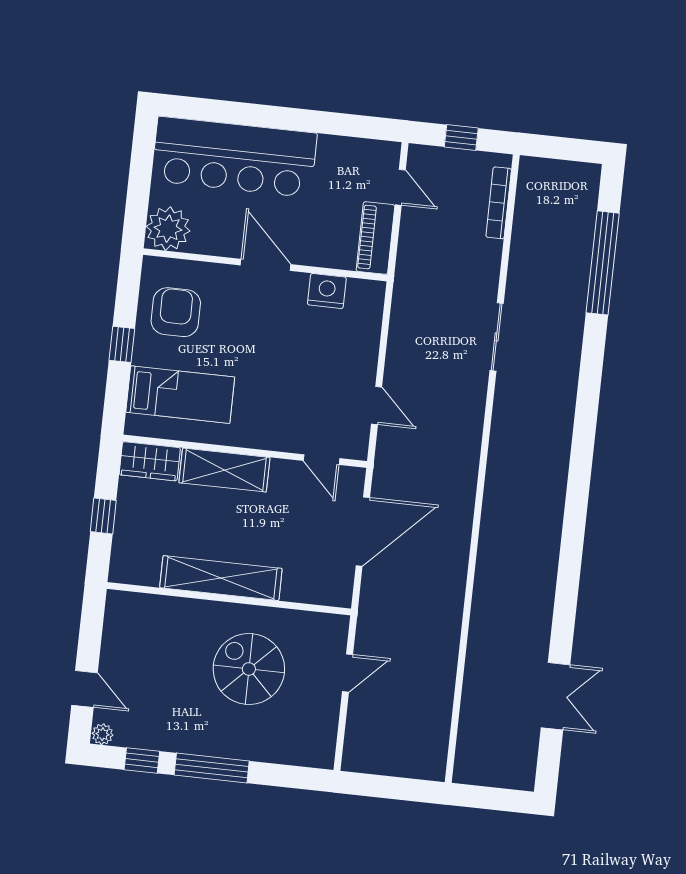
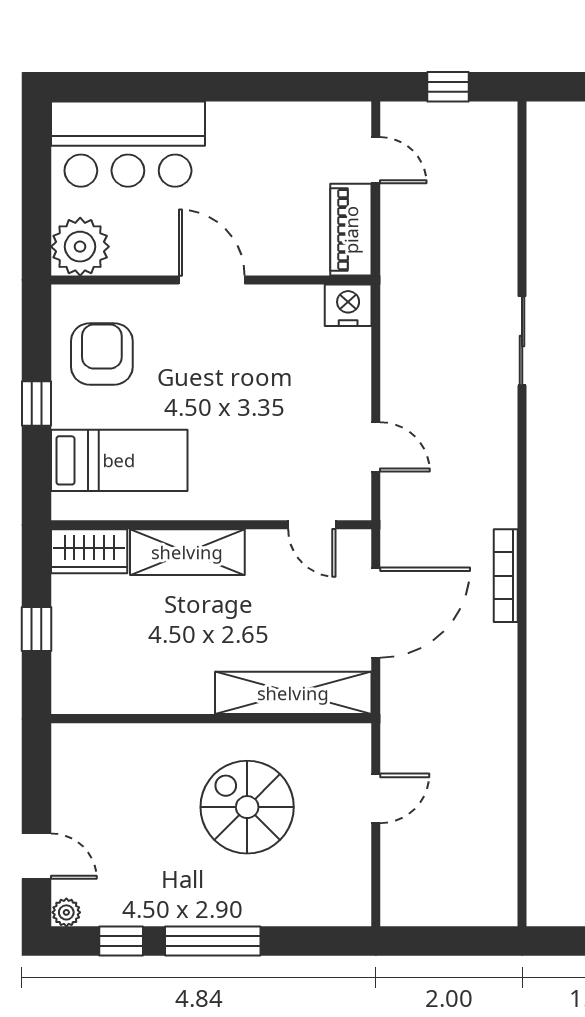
bar counter: (234, 157) -> (128, 144), width x0.73
bookcase: (499, 203) -> (506, 576), moved
nightstand: (327, 291) -> (348, 305), moved
shelving: (221, 578) -> (293, 693), moved

